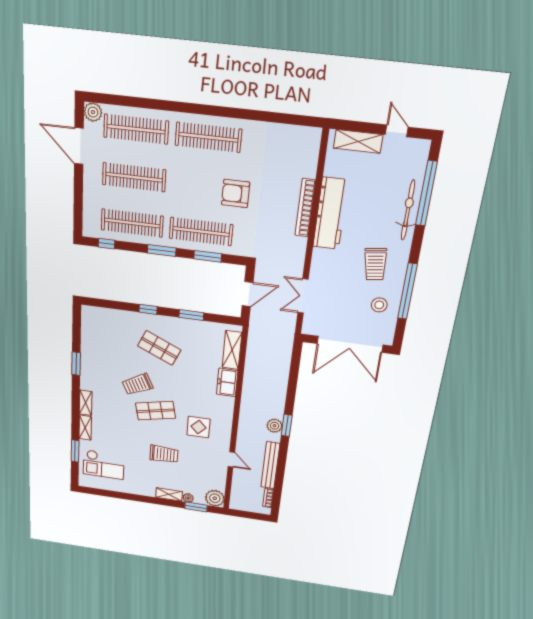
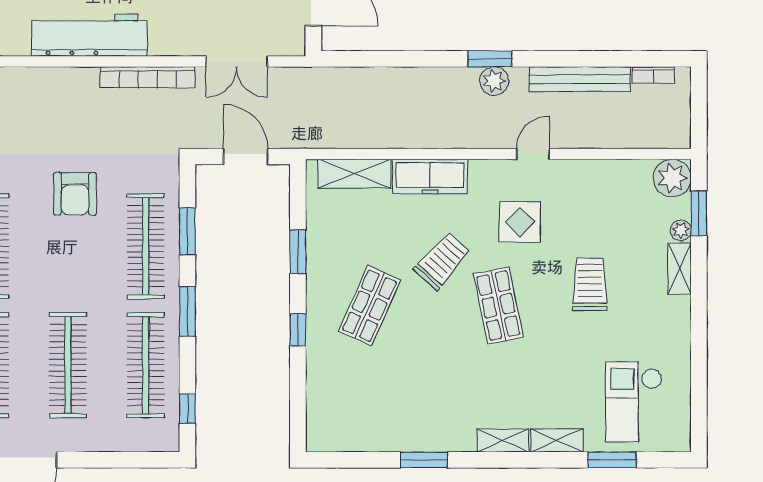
bookcase: (305, 208) -> (148, 77), moved
freezer: (227, 382) -> (430, 176), width x1.40
trolley: (137, 384) -> (442, 261), moved, turned -112
door: (231, 459) -> (533, 154), moved
checkout: (104, 465) -> (634, 402), turned 180

